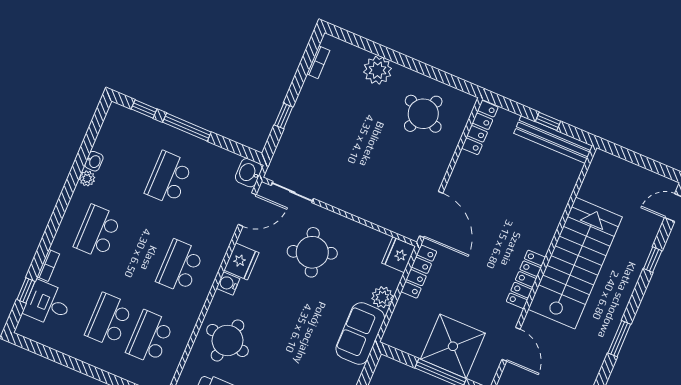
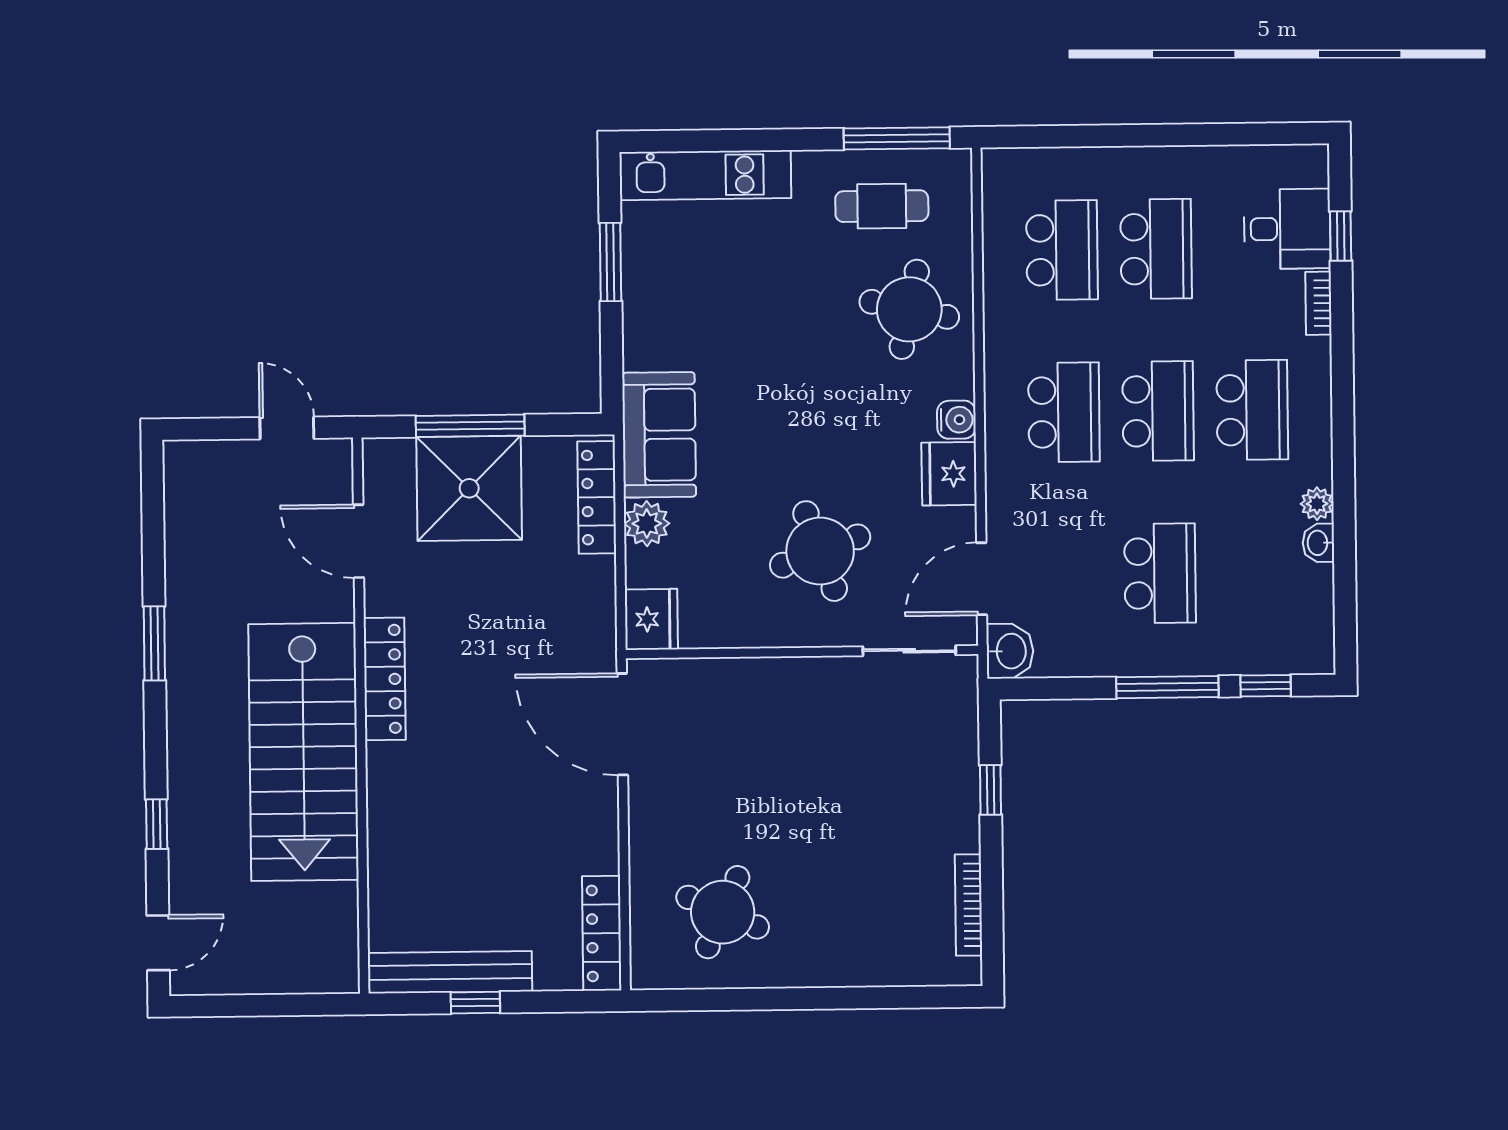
bookcase: (318, 62) -> (968, 905), width x1.56
plant: (378, 70) -> (848, 958), removed
school desk: (139, 249) -> (1158, 411), added
locker: (419, 271) -> (597, 497), moved

